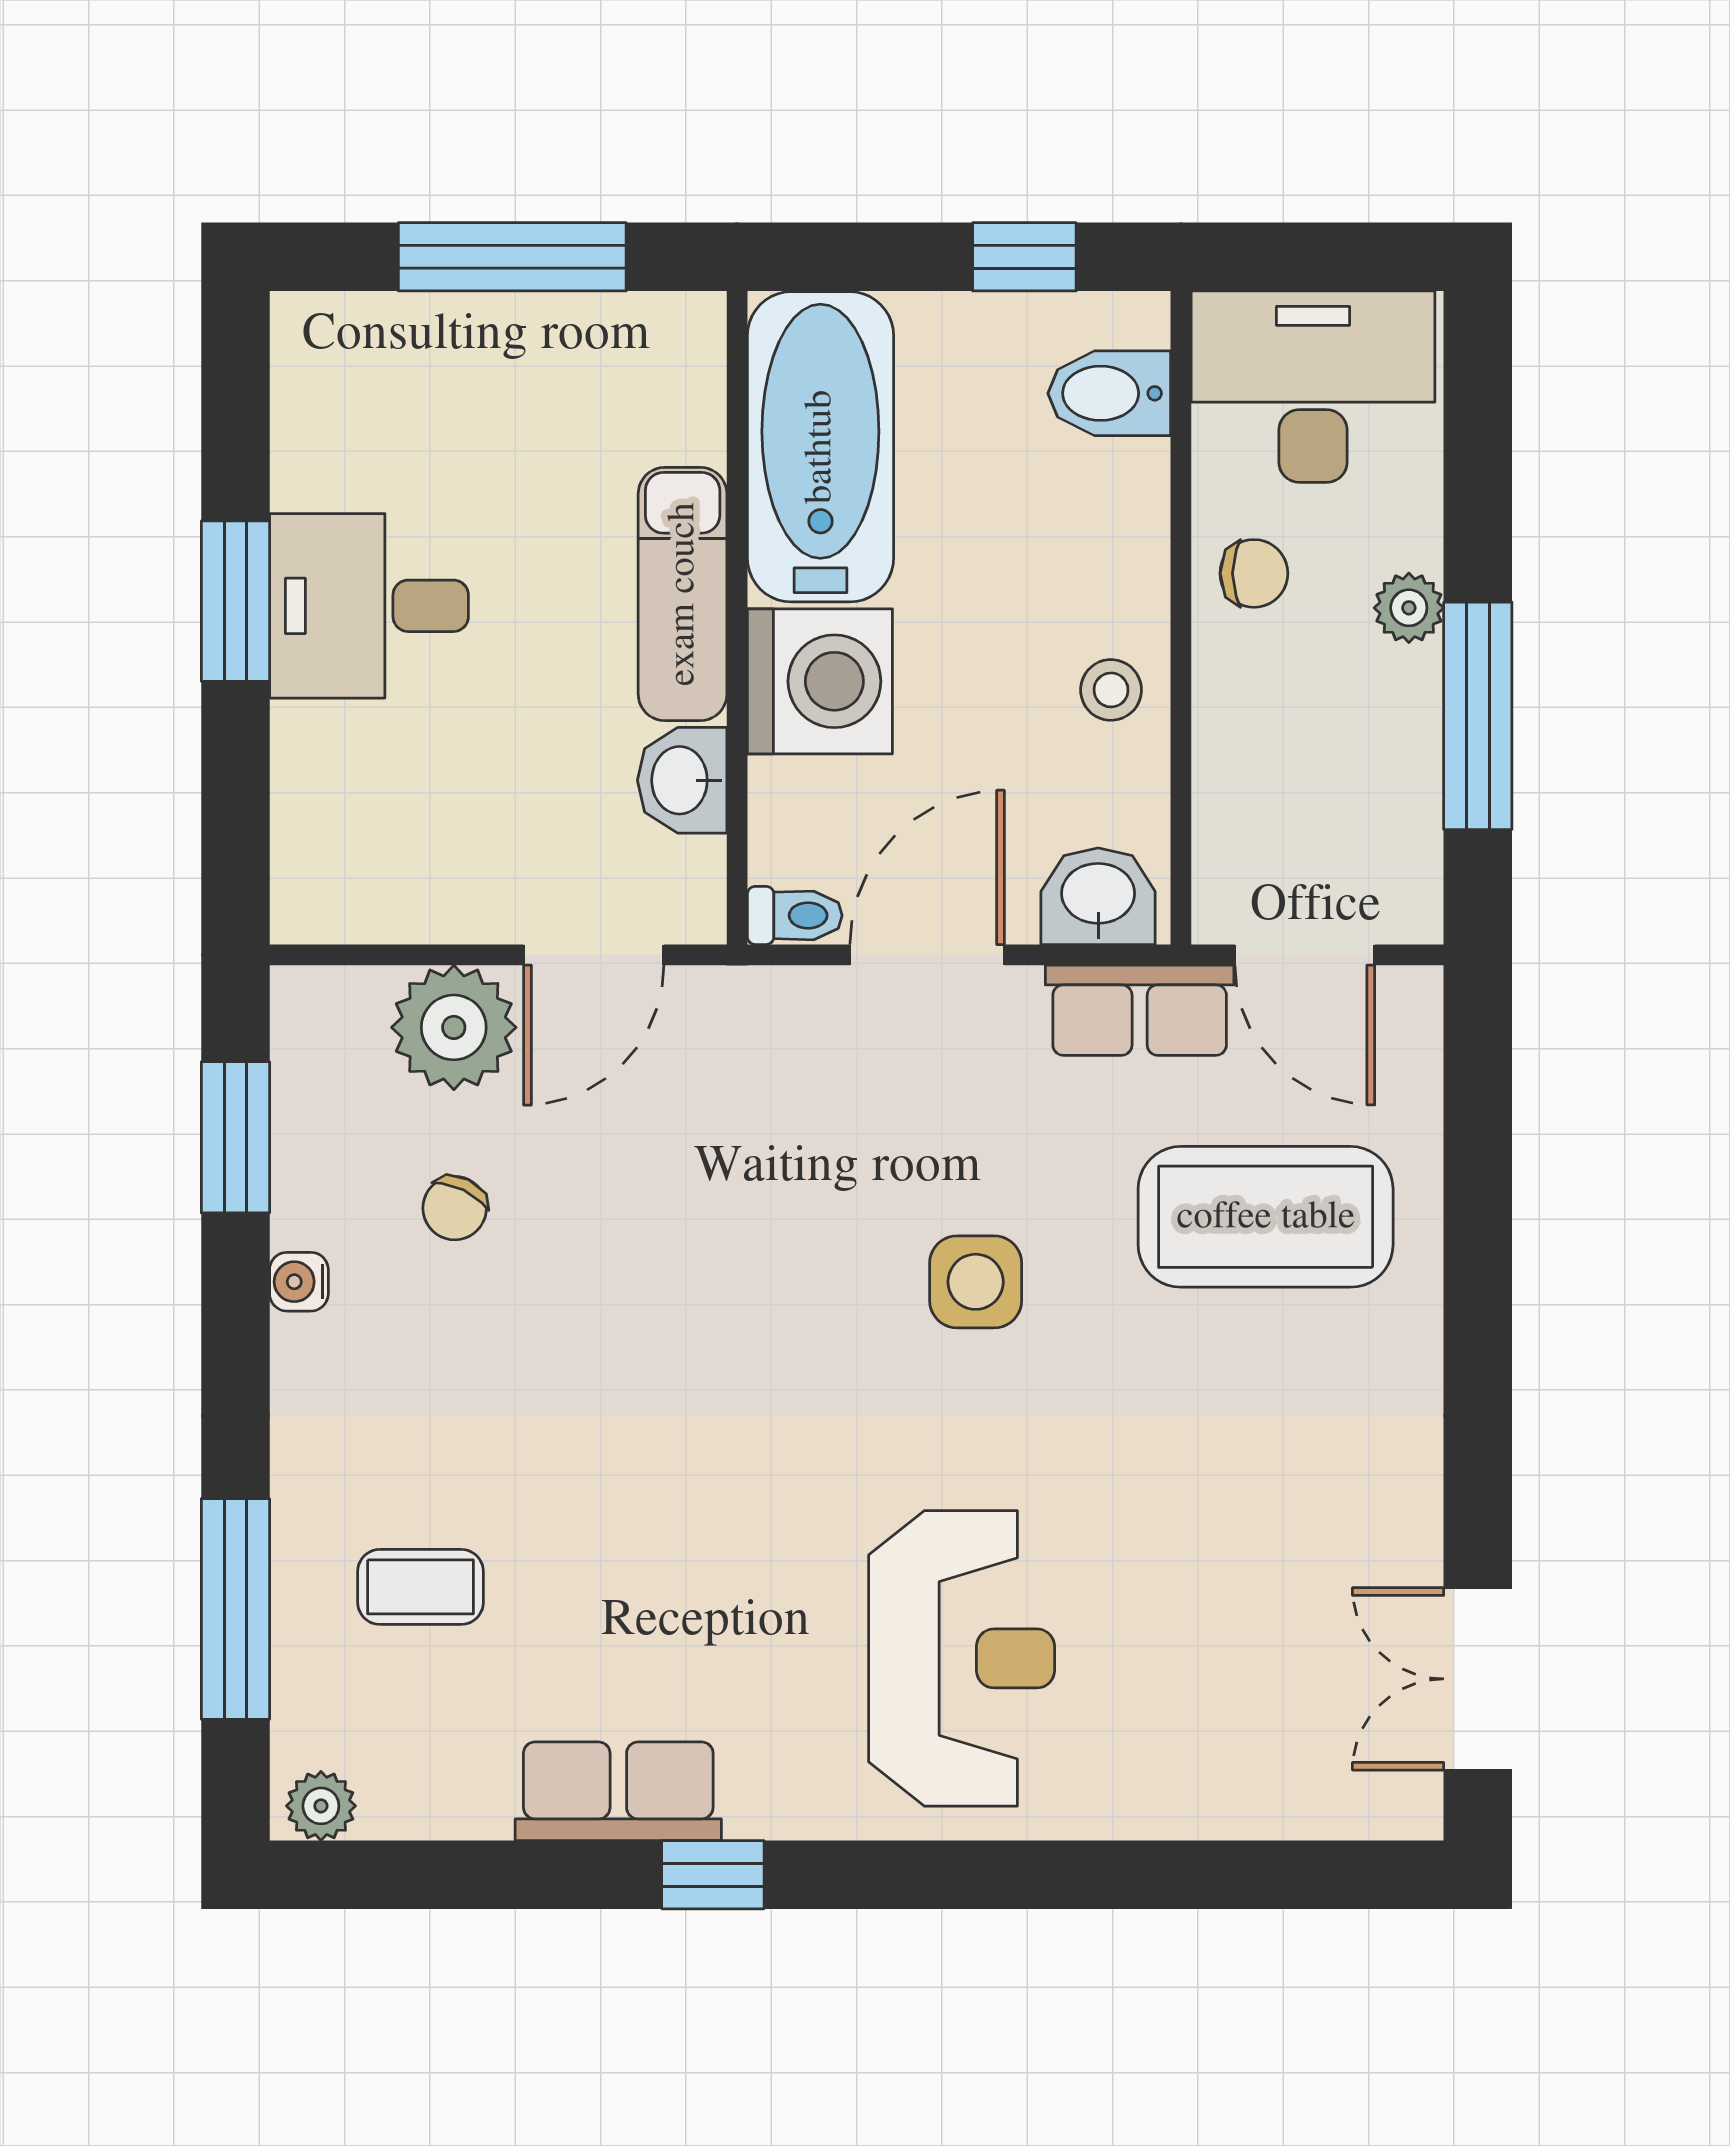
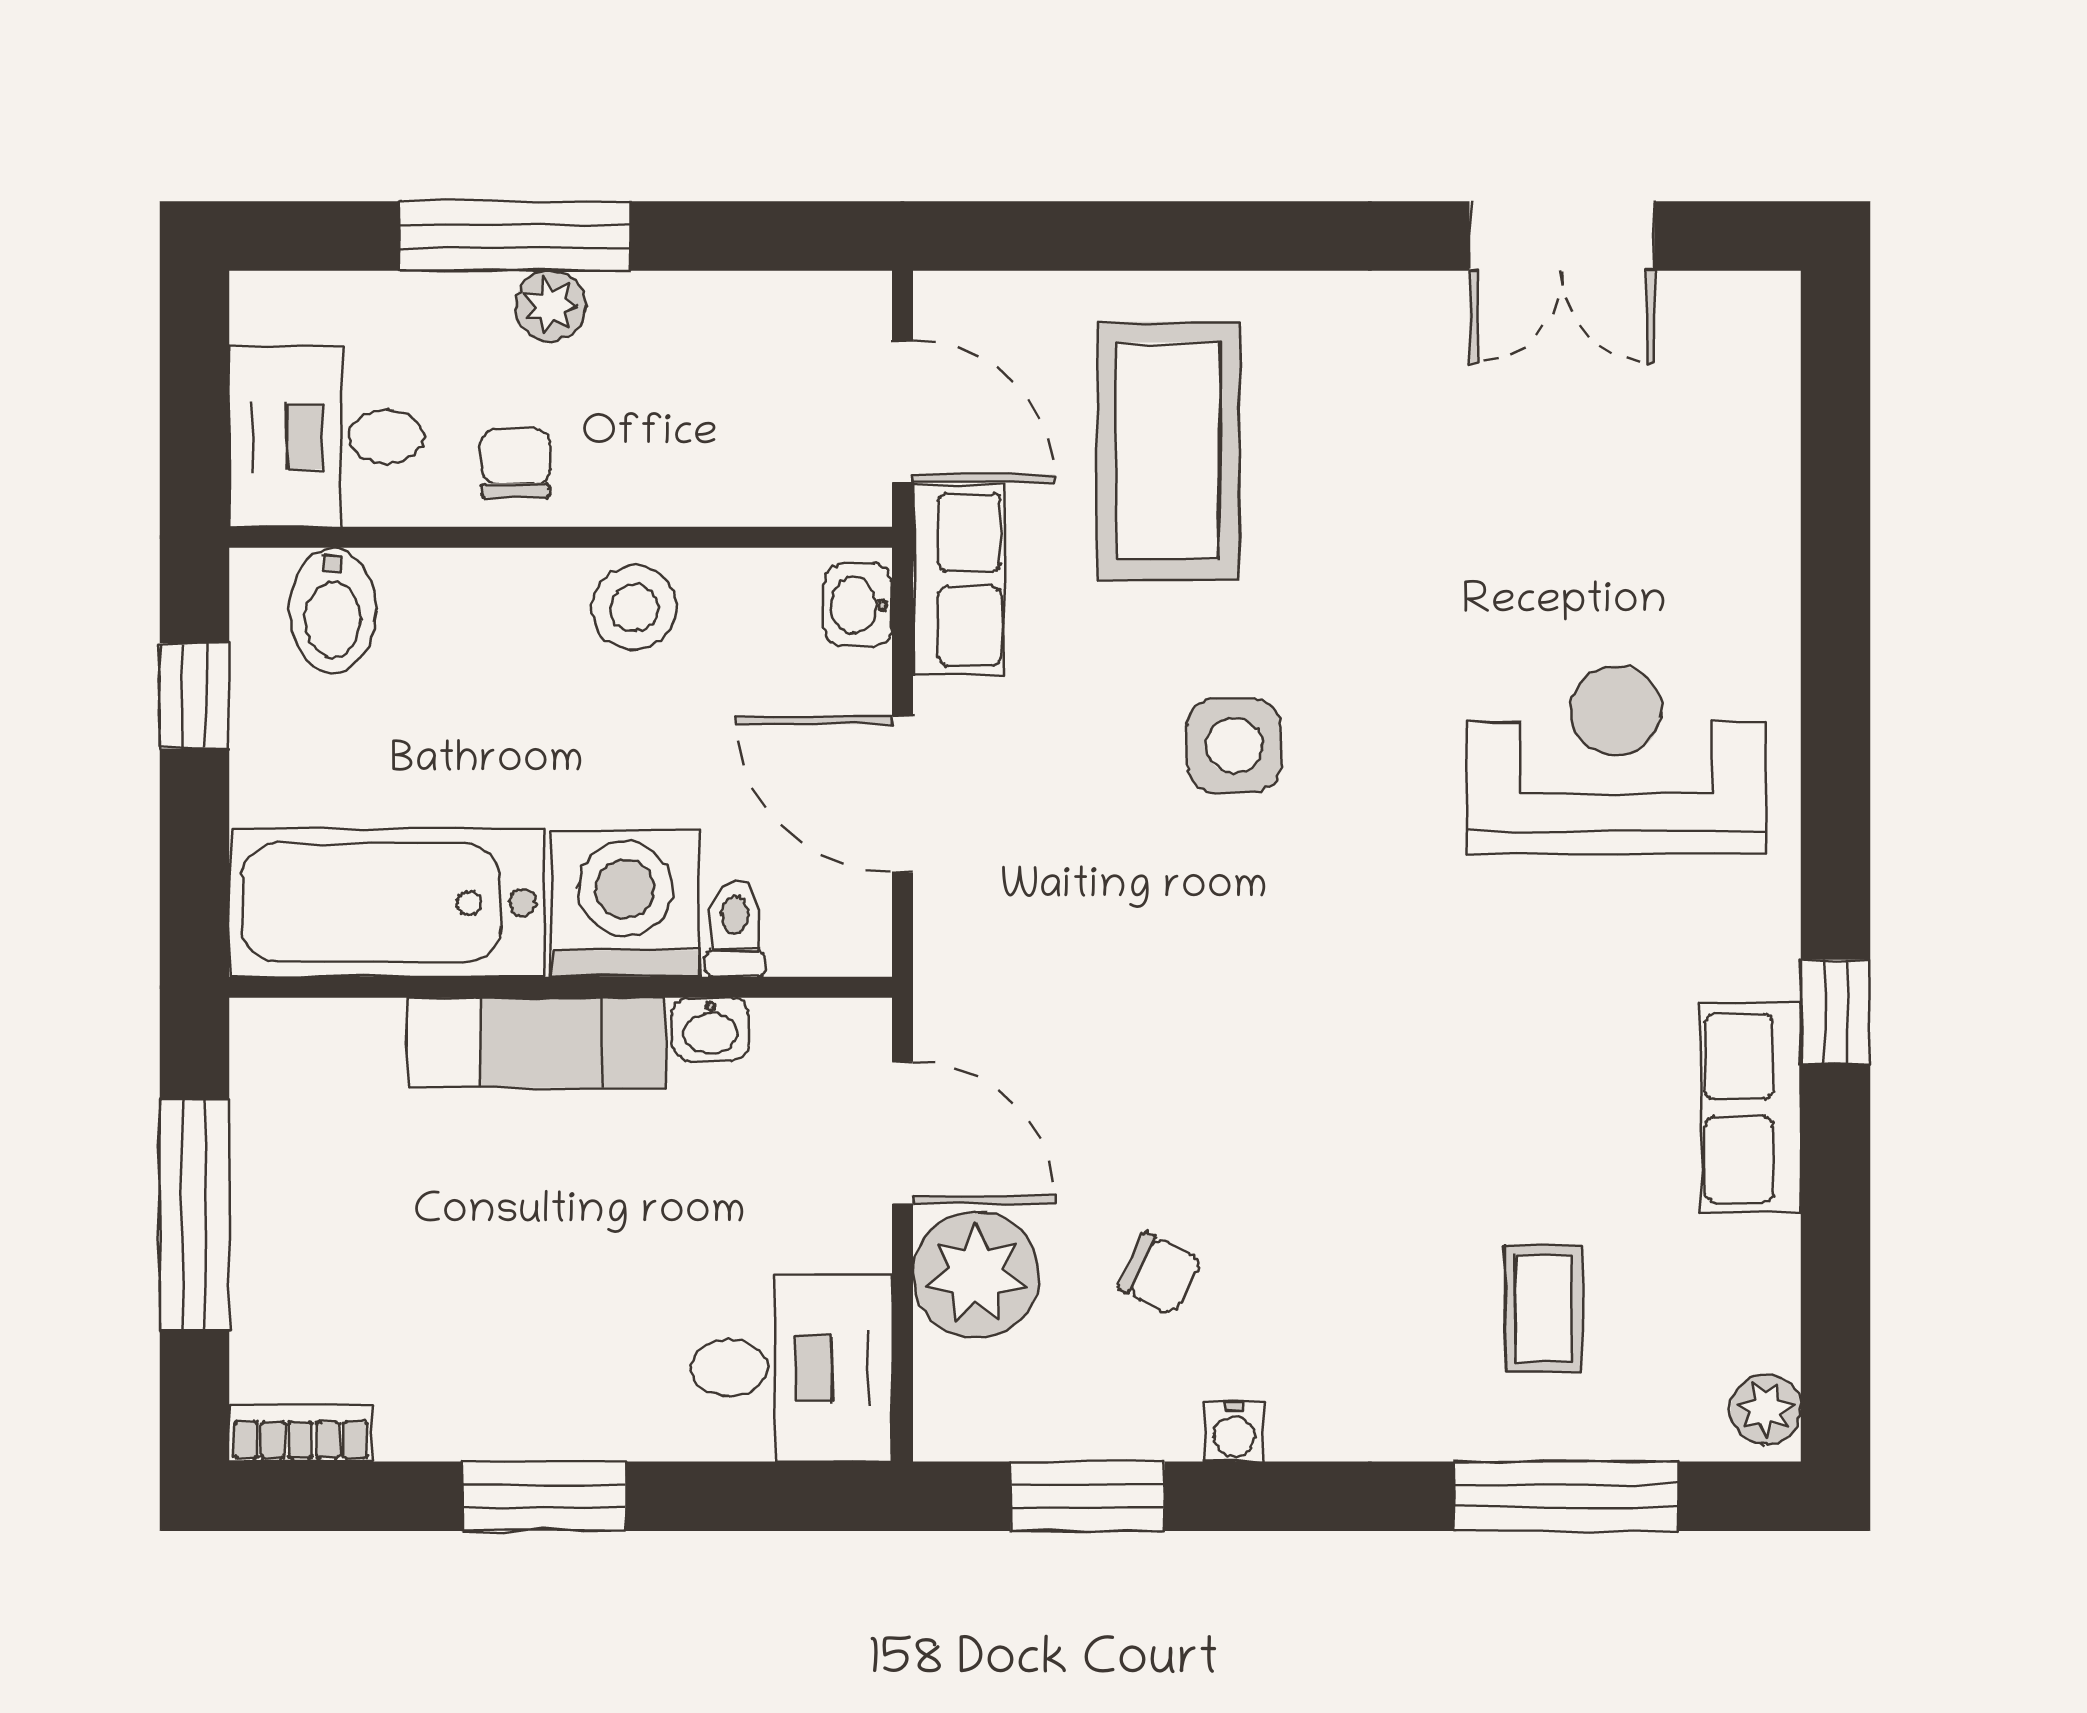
bookcase: (298, 361) -> (300, 1433), added
desk: (1313, 387) -> (326, 437), width x0.73
desk: (369, 606) -> (791, 1368), moved, turned -90
stool: (1111, 690) -> (634, 608), width x1.37, depth x1.37
window: (1478, 716) -> (515, 236), moved
washbasin: (682, 780) -> (711, 1029), width x0.72, depth x0.69
washbasin: (1098, 896) -> (858, 605), width x0.72, depth x0.69
toilet: (795, 915) -> (735, 929), moved
door: (1305, 955) -> (902, 411), hinge flipped
double door: (1478, 1679) -> (1562, 236), moved

